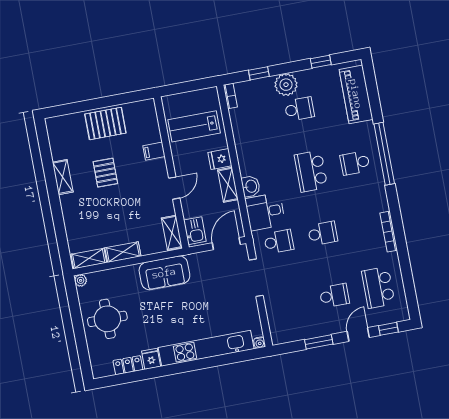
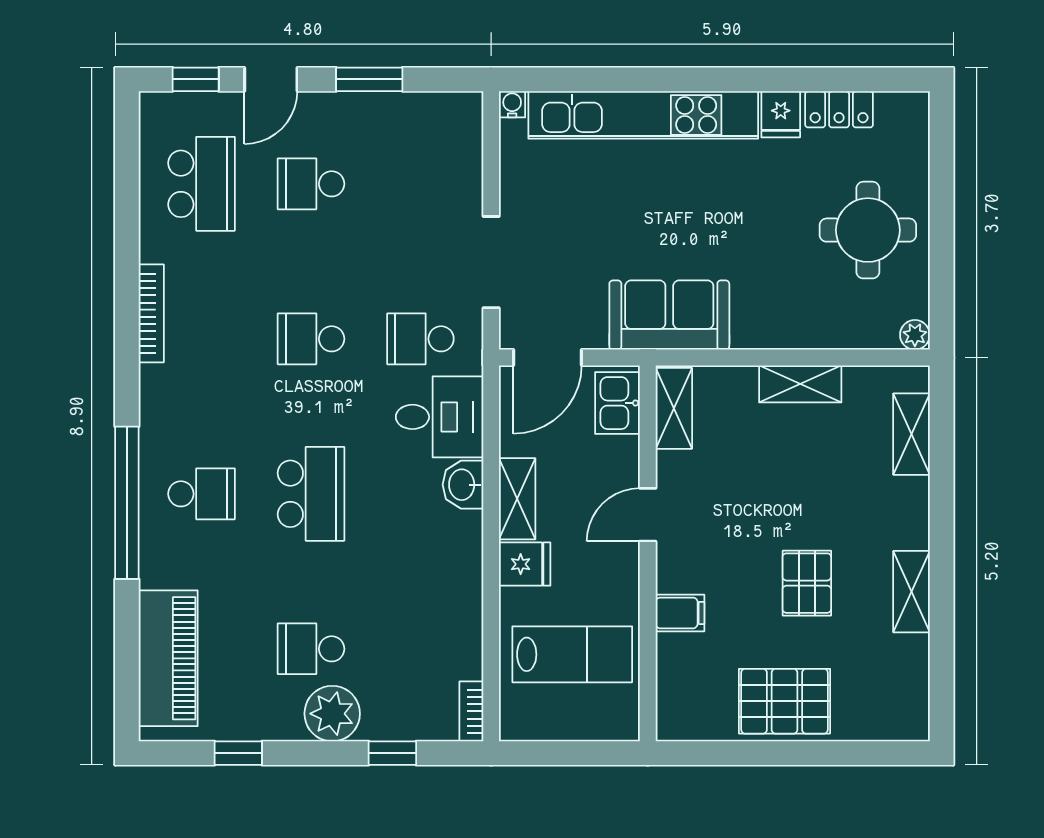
shelving: (89, 259) -> (911, 434), moved, turned 90
sofa: (164, 273) -> (669, 315), moved

